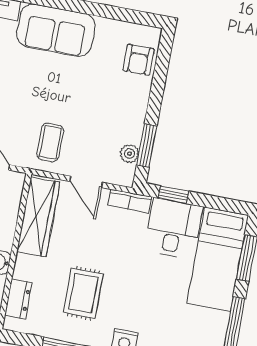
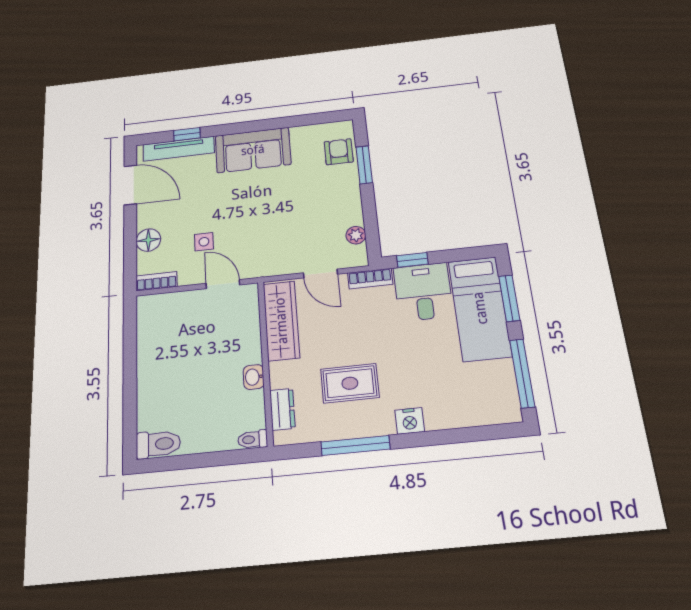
armchair: (139, 60) -> (339, 152), turned 180
coffee table: (50, 142) -> (274, 248), removed
window: (147, 145) -> (364, 165), moved
rug: (83, 293) -> (350, 383), turned 90

